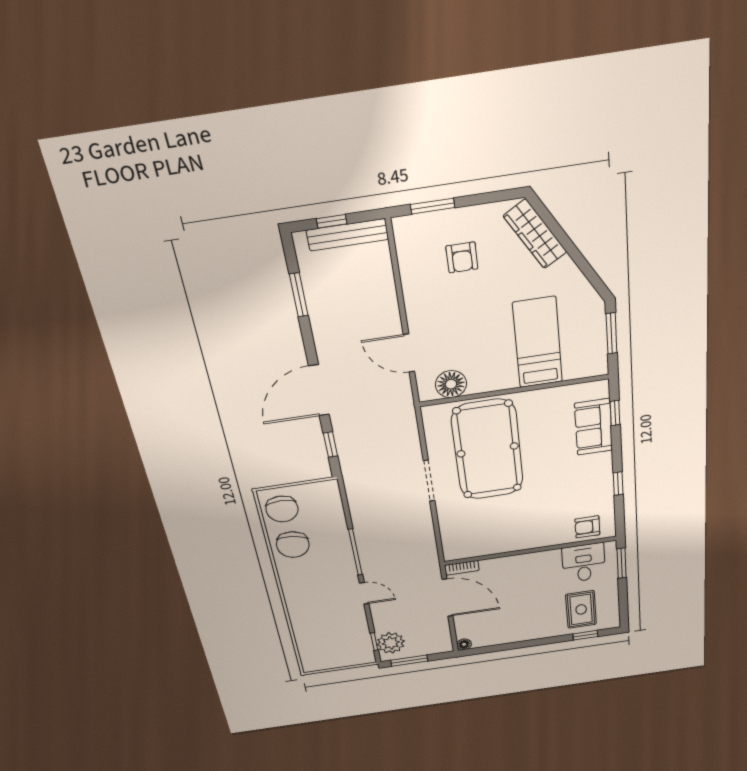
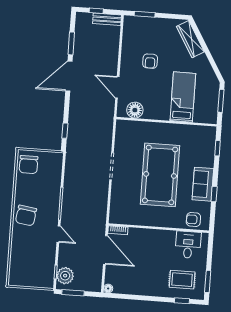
bench: (347, 235) -> (107, 19), width x0.73
armchair: (462, 257) -> (150, 61), moved
door: (319, 390) -> (69, 76), moved
sofa: (594, 427) -> (203, 184), moved
pool table: (488, 450) -> (160, 175), moved
chair: (293, 545) -> (26, 215), moved
window: (622, 563) -> (208, 281), moved
rug: (581, 609) -> (182, 280), turned 90

